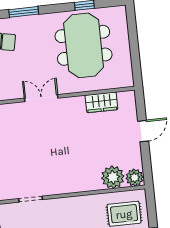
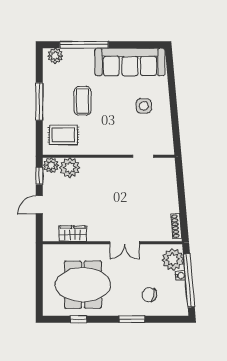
meeting table: (84, 45) -> (83, 285), turned 90
window: (147, 164) -> (39, 176), added

